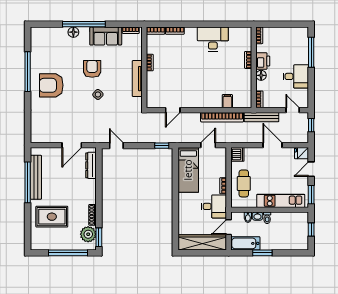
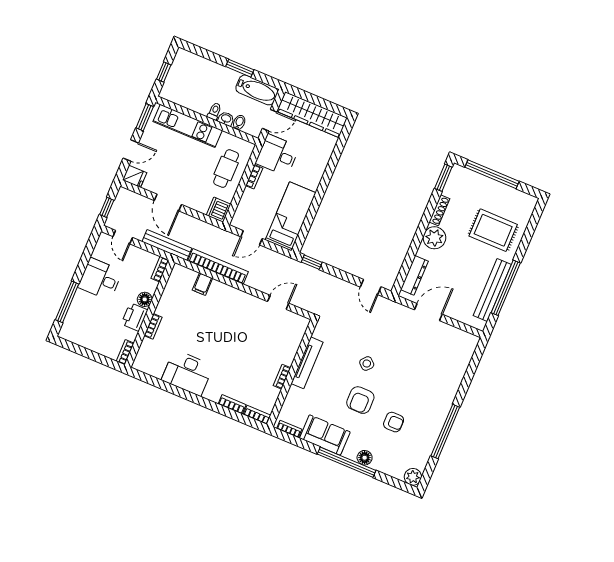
plant: (36, 33) -> (413, 477), added
armchair: (51, 85) -> (394, 422), moved, width x0.53, depth x0.53
plant: (88, 234) -> (434, 238), moved

